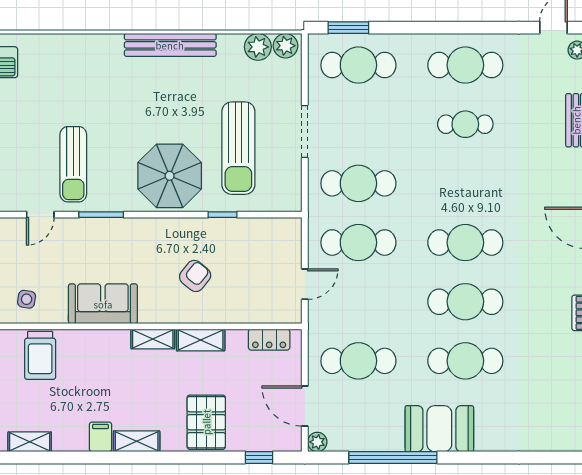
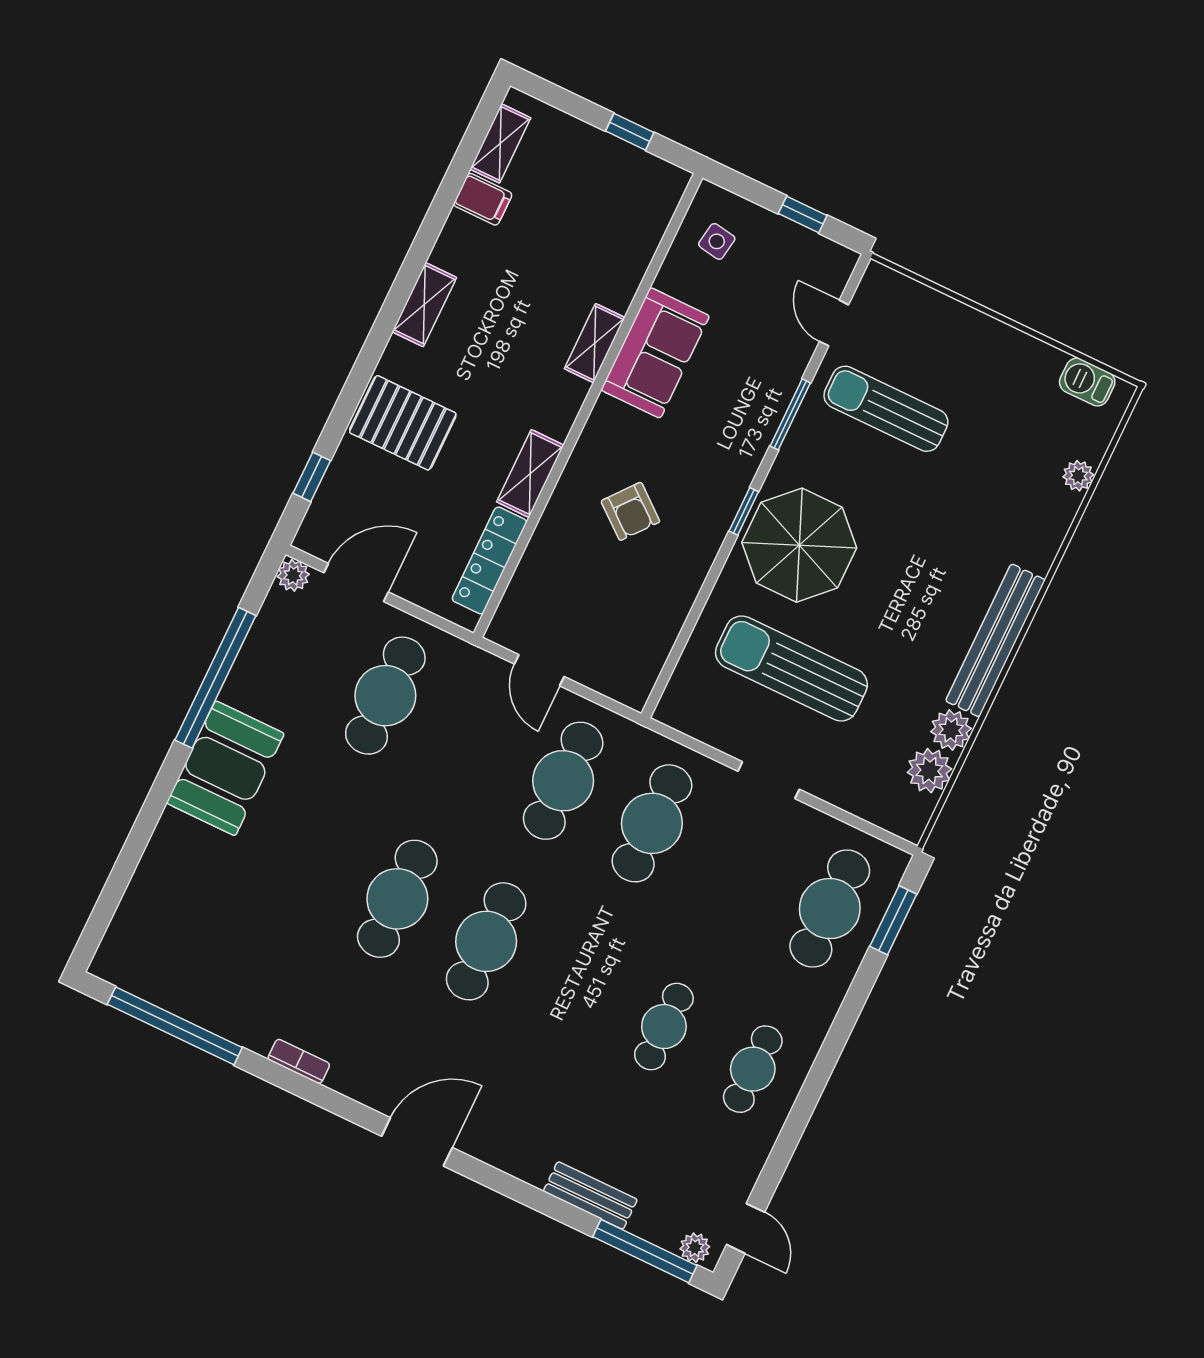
plant: (60, 43) -> (1078, 476), added
plant: (286, 46) -> (951, 730), moved
cafe table: (465, 65) -> (753, 1069), width x0.73, depth x0.74
doorway: (305, 131) -> (769, 780), width x0.73
window: (222, 215) -> (744, 511), moved
shelving: (153, 339) -> (595, 343), moved
locker: (269, 340) -> (489, 560), width x1.53
trolley: (40, 355) -> (623, 221), removed
cafe table: (465, 361) -> (308, 856), removed
filing cabinet: (100, 437) -> (483, 199), moved

